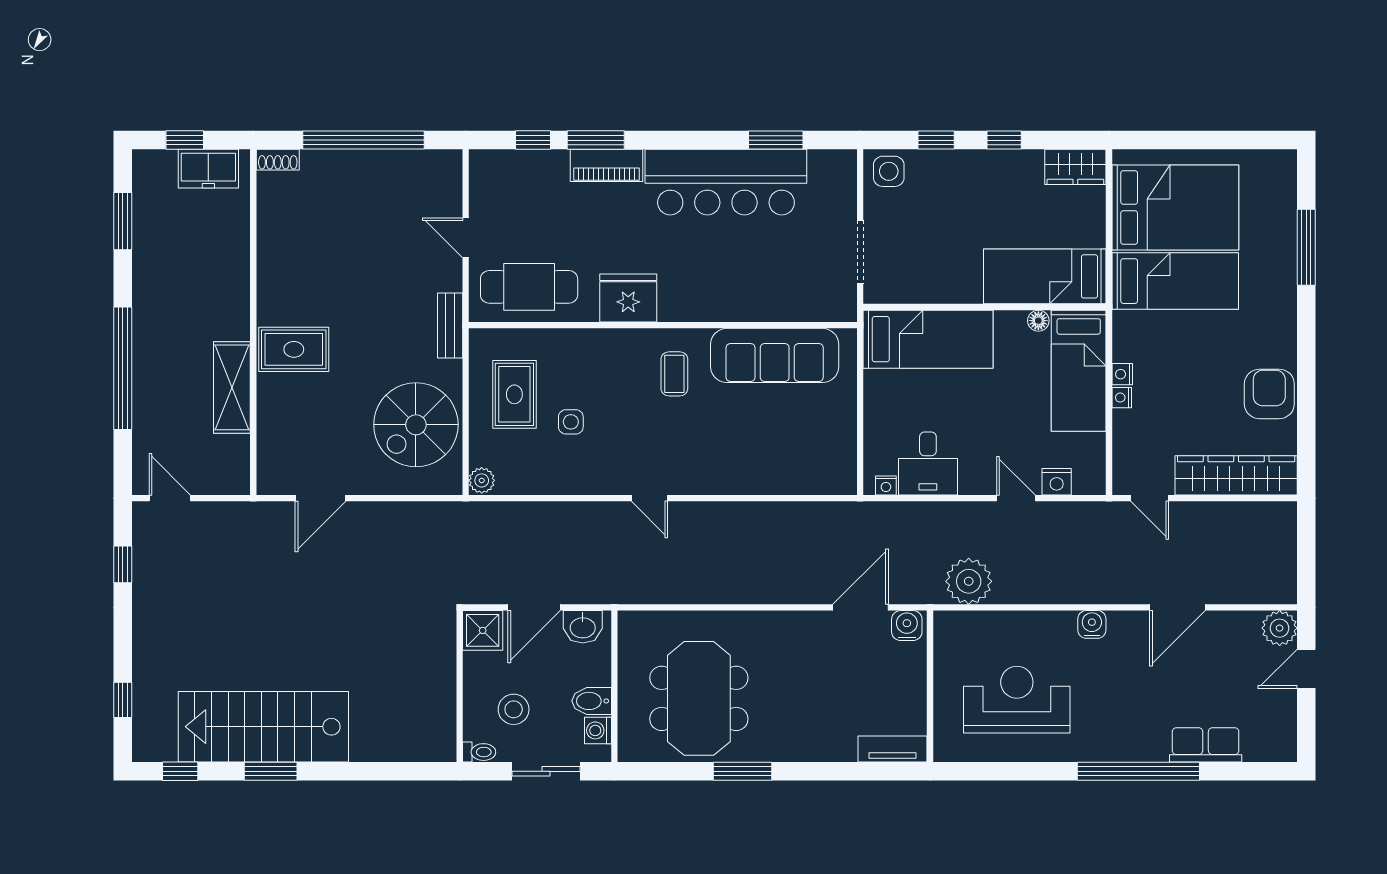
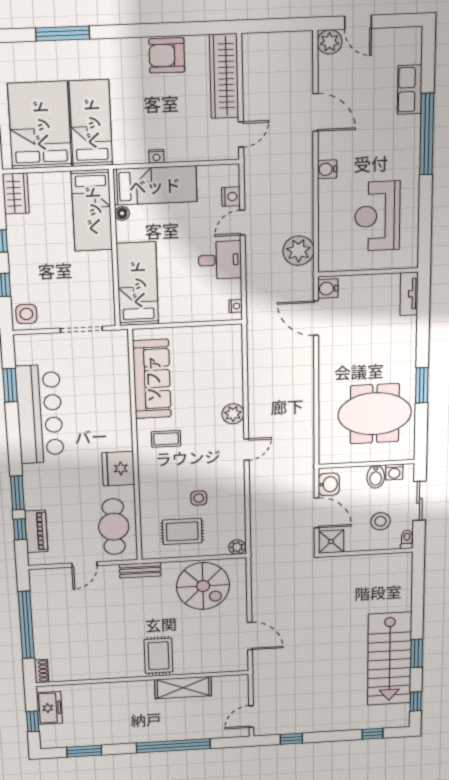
piano: (606, 165) -> (36, 531), moved
nightstand: (1122, 398) -> (172, 156), removed
desk: (928, 463) -> (220, 260), moved
plant: (711, 478) -> (233, 414), added

